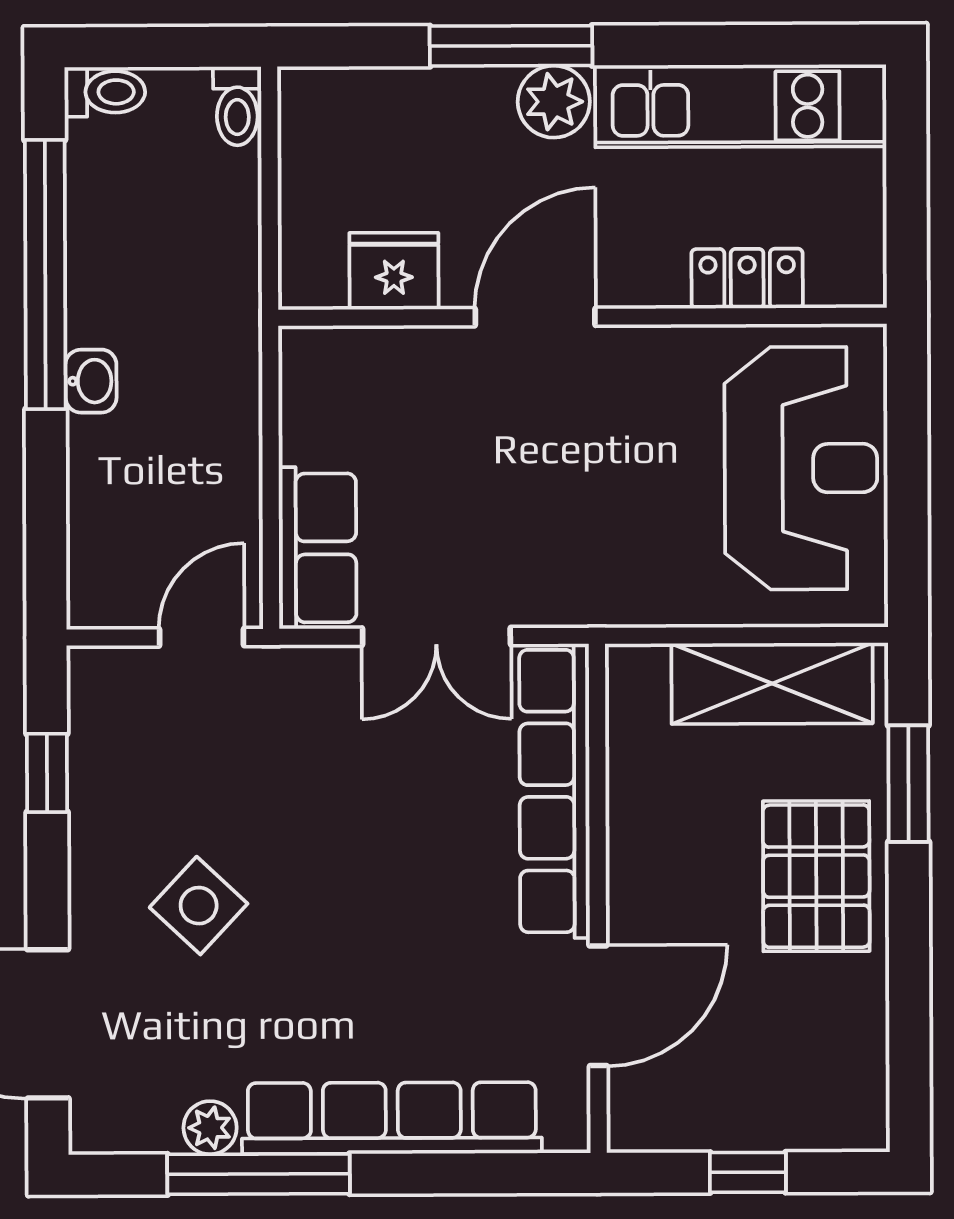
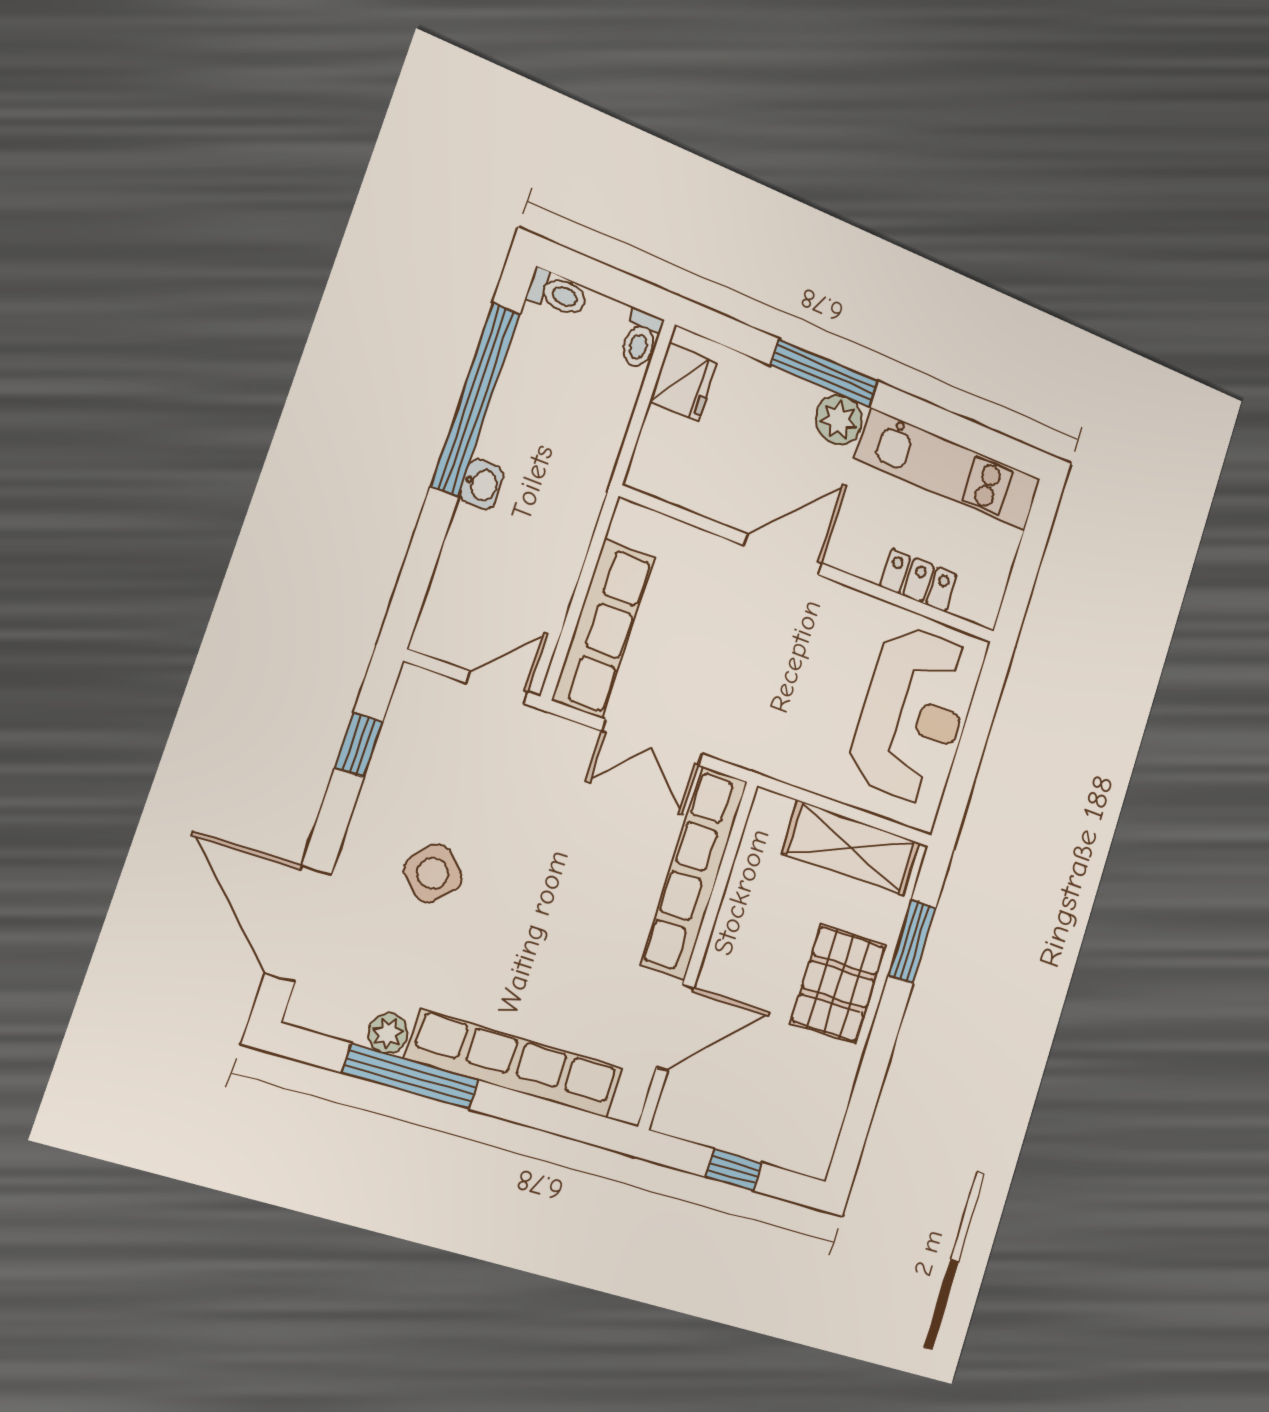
fridge: (394, 271) -> (684, 382), moved, turned 90
row of seats: (318, 548) -> (603, 629), width x1.48

